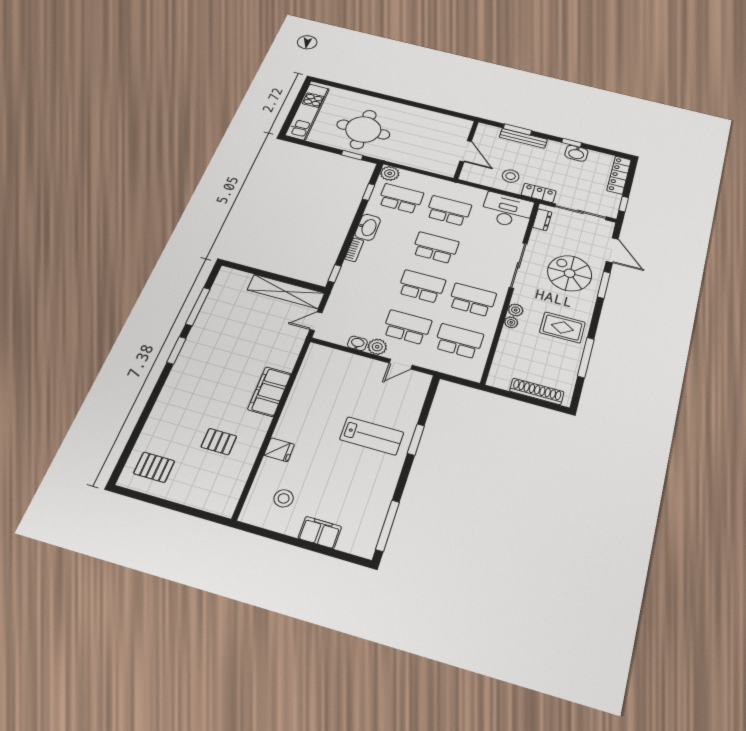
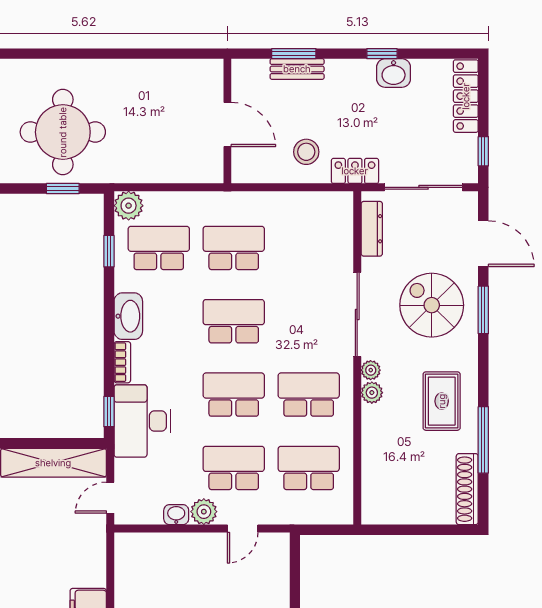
bench: (523, 138) -> (297, 69), width x0.73
desk: (507, 210) -> (142, 421), moved, turned -90
dresser: (542, 220) -> (372, 229), width x1.44
plant: (511, 322) -> (371, 370), moved
rug: (562, 327) -> (442, 401), turned 90
shoe rack: (537, 391) -> (467, 489), moved, turned -90

